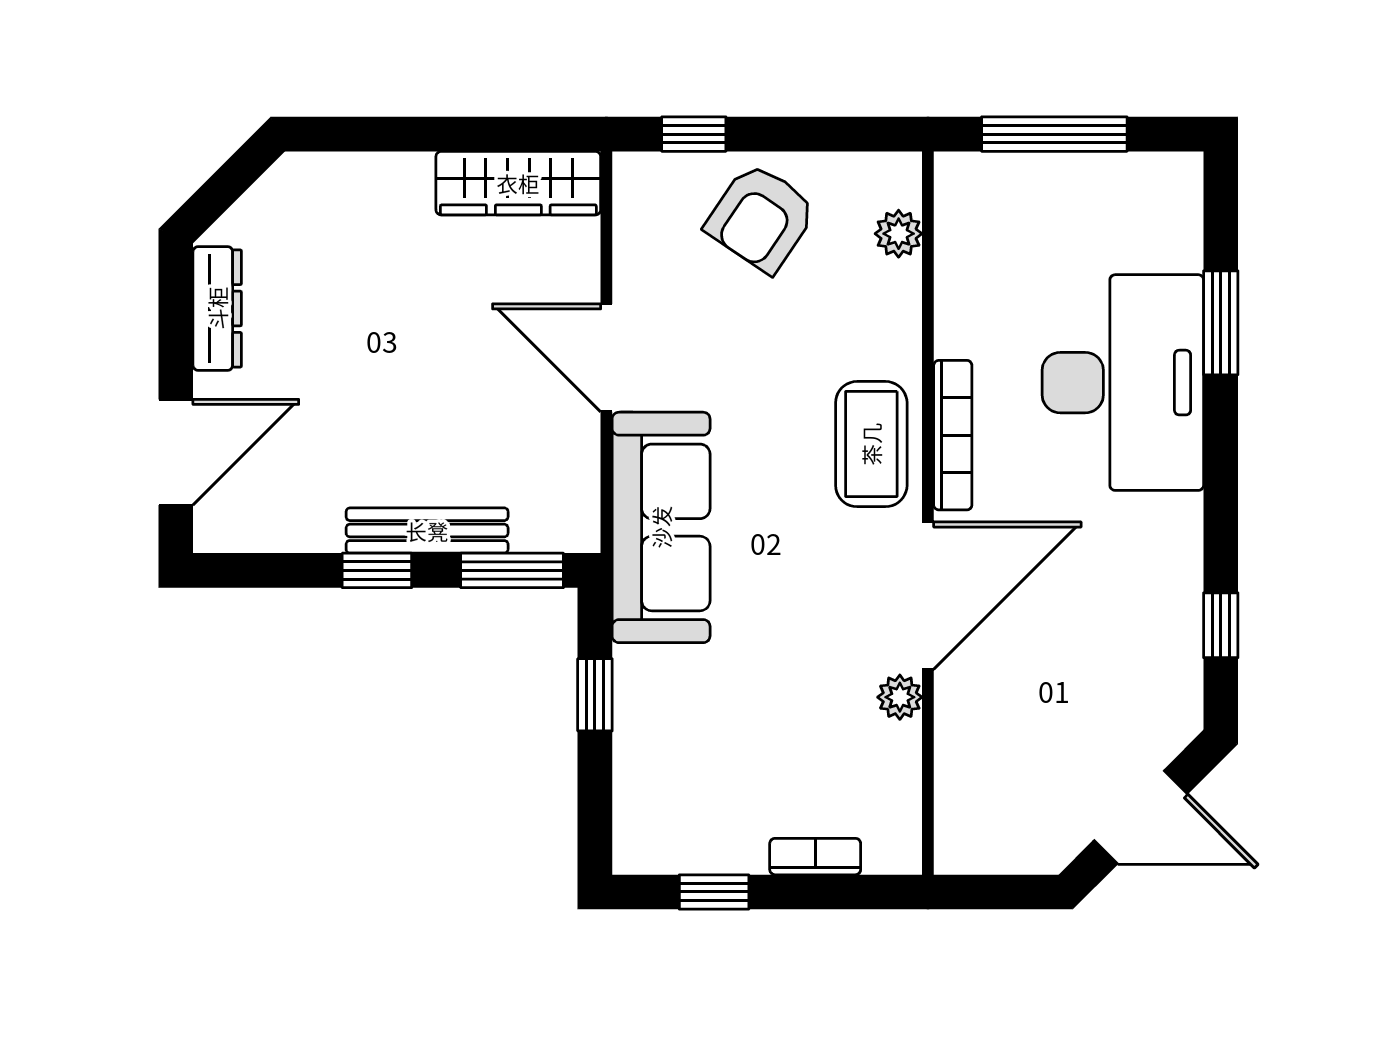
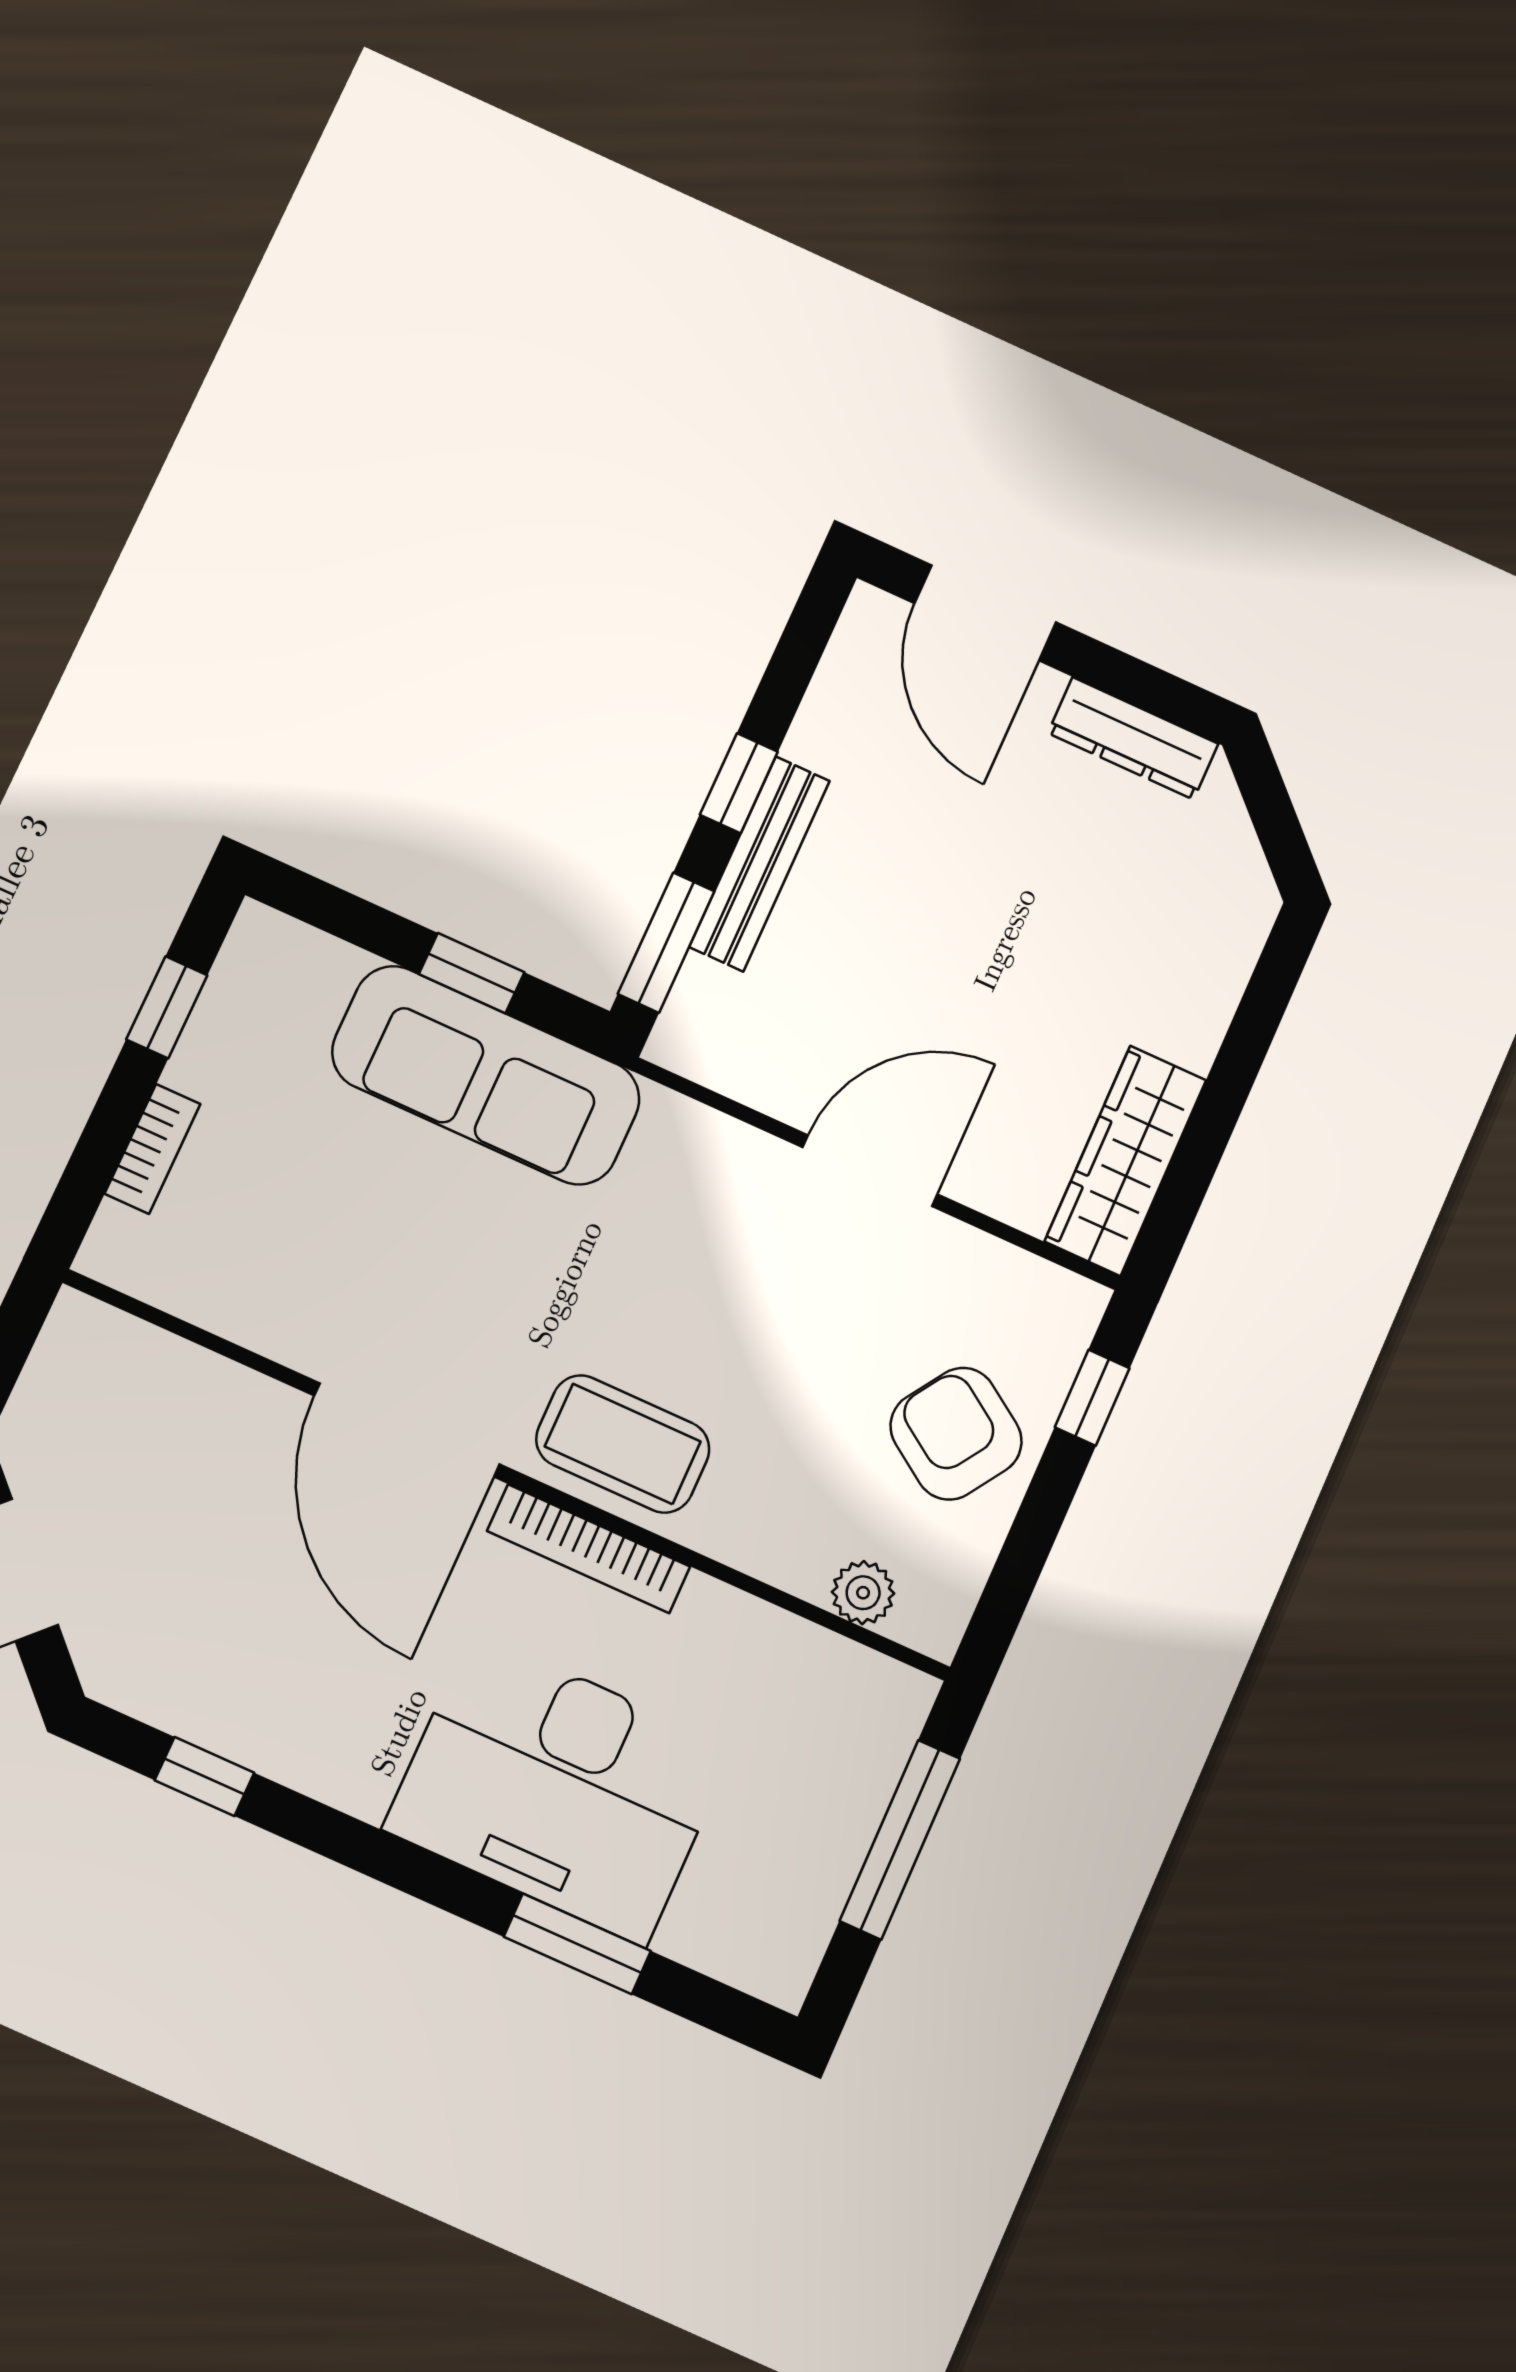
sofa: (661, 527) -> (486, 1075), moved
plant: (900, 697) -> (299, 1340), removed

